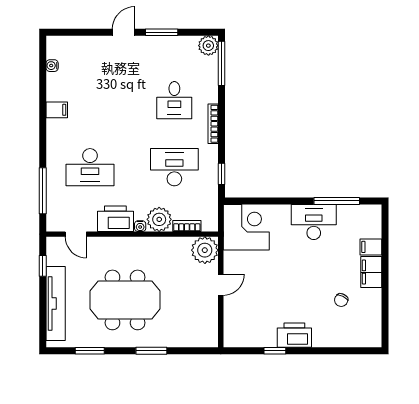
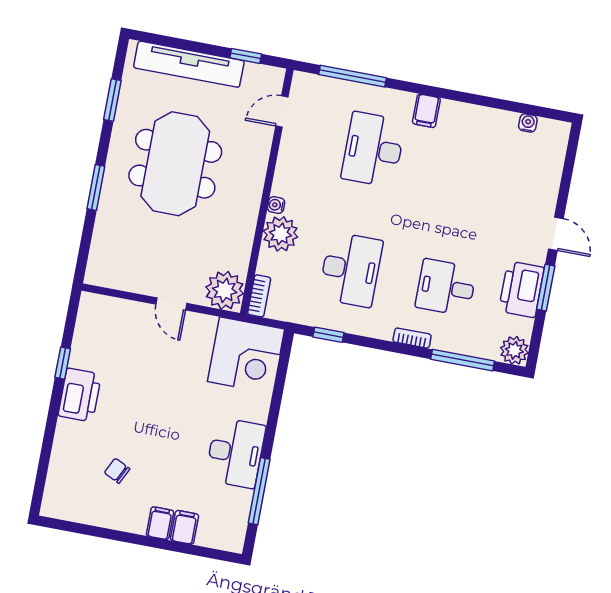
window: (222, 63) -> (463, 360), moved
filing cabinet: (57, 110) -> (426, 111), moved
bookcase: (213, 124) -> (412, 338), width x0.64
printer: (115, 219) -> (521, 289), moved, turned 180
bookcase: (187, 226) -> (259, 296), moved
filing cabinet: (371, 272) -> (160, 523), width x0.50

